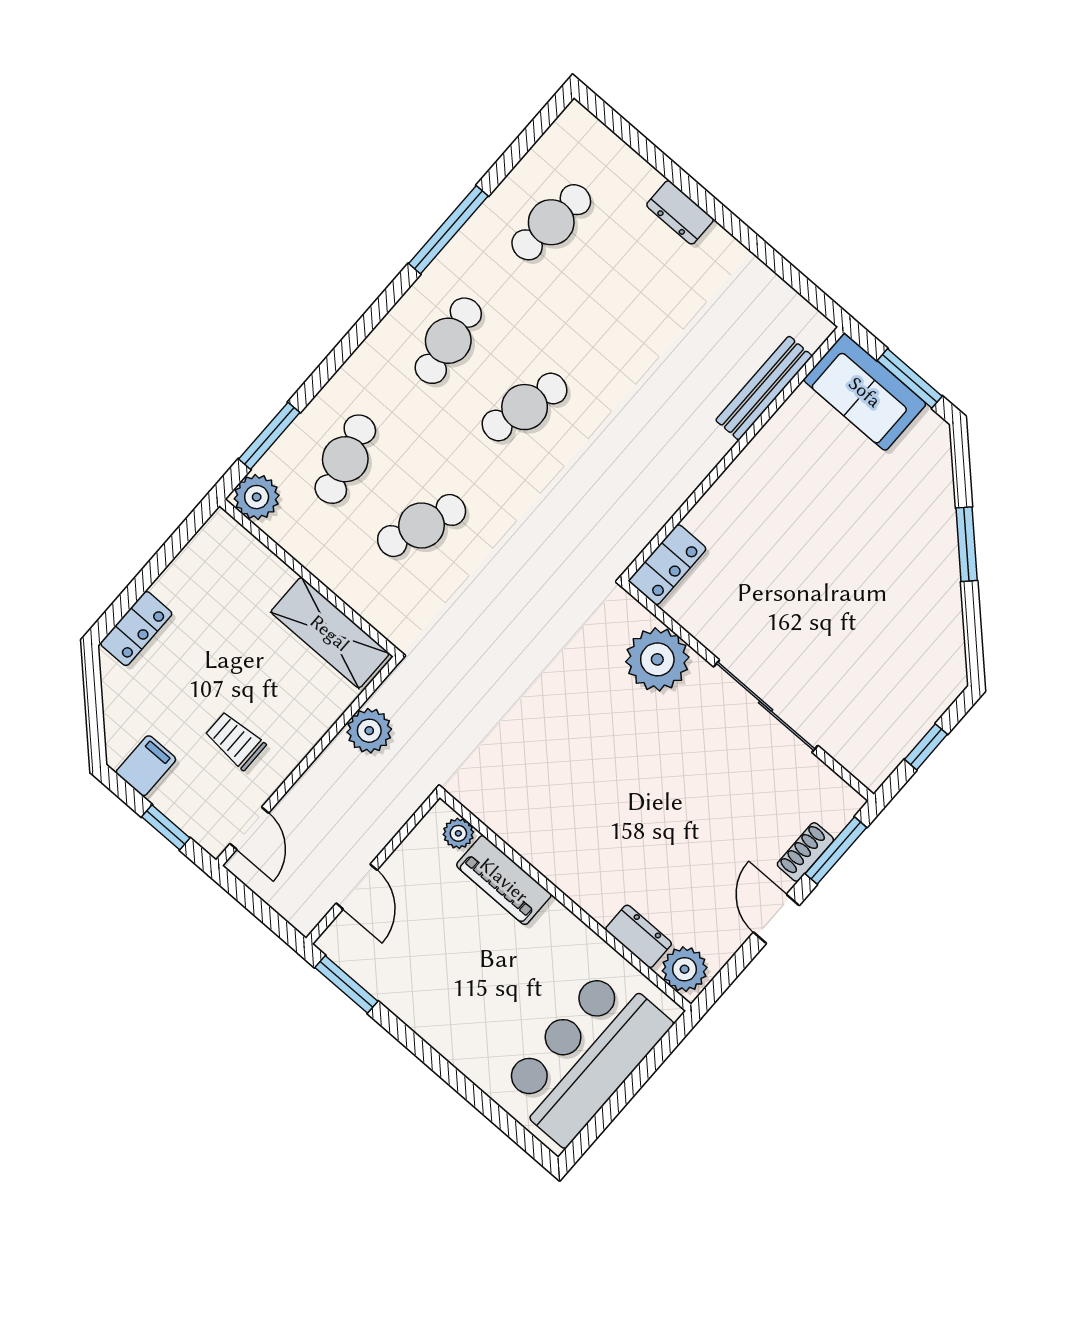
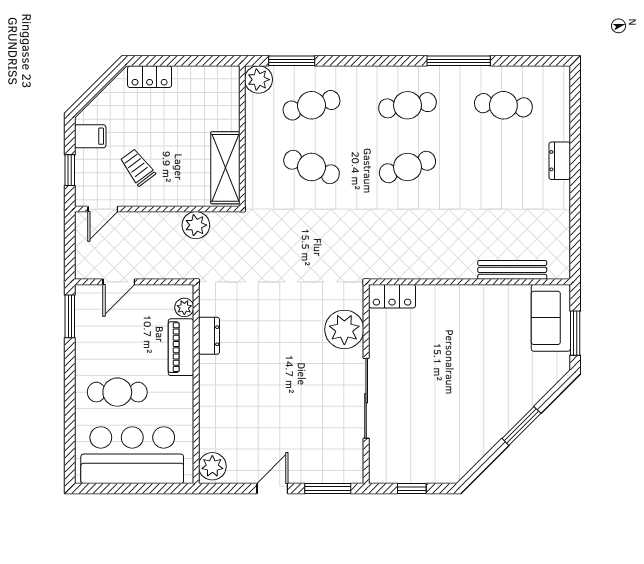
cafe table: (525, 407) -> (407, 167), turned -33
trolley: (235, 741) -> (138, 167), turned -37
shoe rack: (805, 852) -> (315, 475), removed
dresser: (639, 936) -> (209, 336), moved
cafe table: (491, 1007) -> (117, 392), added

